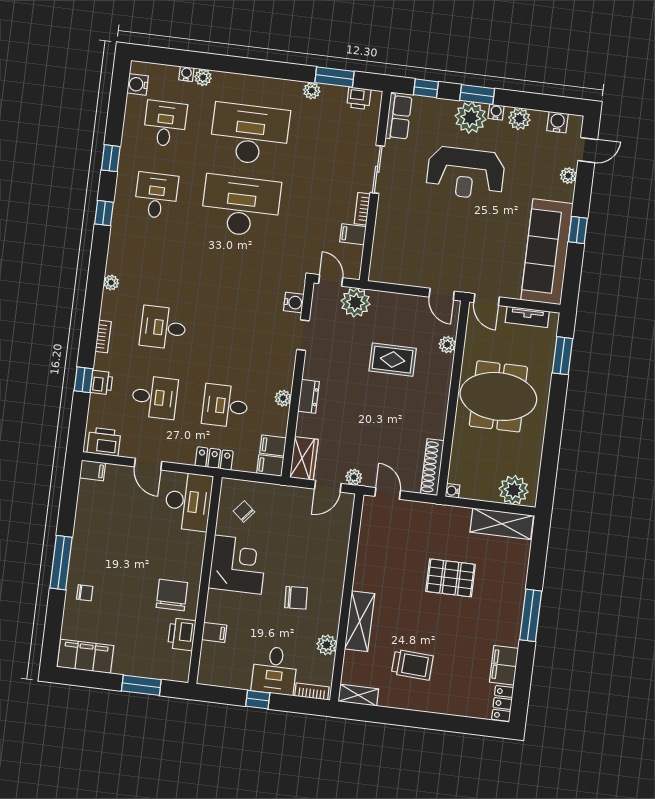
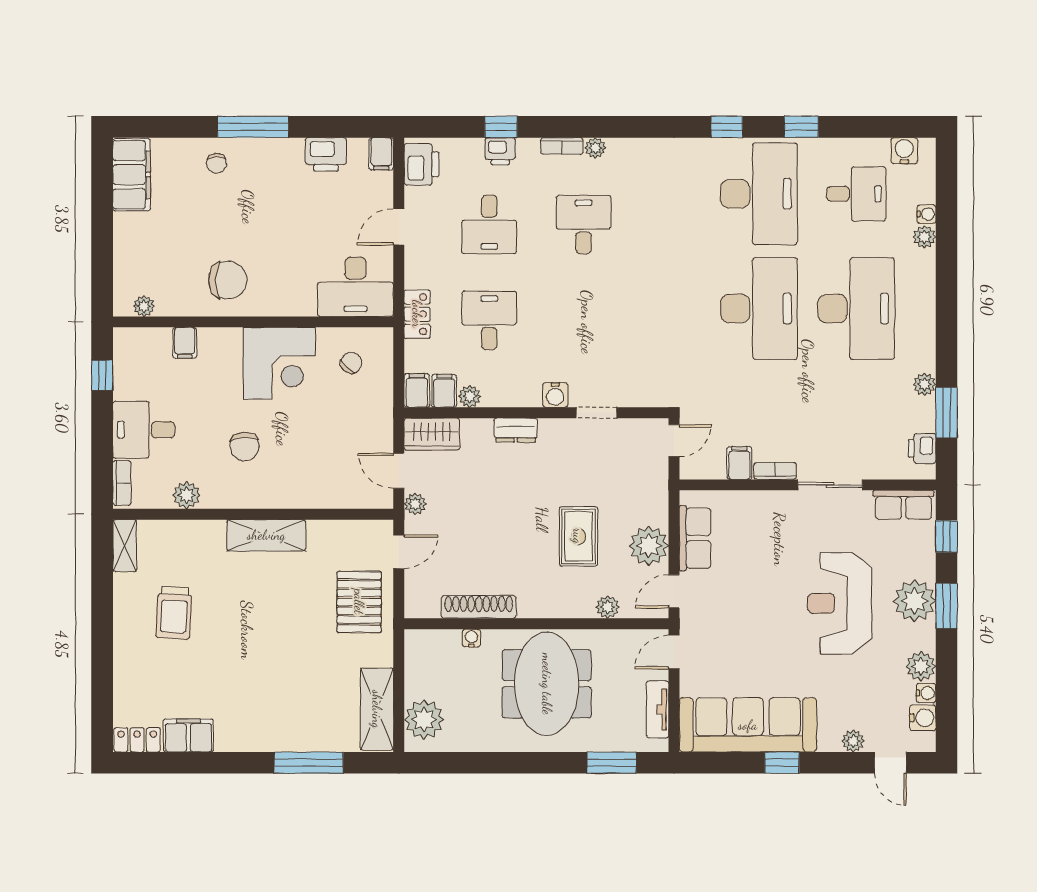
water cooler: (496, 112) -> (926, 693), moved
desk: (156, 196) -> (759, 194), width x1.87, depth x1.30
row of seats: (404, 274) -> (695, 538), added
plant: (111, 283) -> (595, 148), moved
water cooler: (294, 302) -> (555, 395), moved
plant: (356, 302) -> (649, 546), moved
plant: (283, 398) -> (470, 396), moved
shoe rack: (432, 467) -> (479, 607), moved
water cooler: (453, 491) -> (471, 638), moved
pallet: (451, 578) -> (359, 602), moved
window: (531, 615) -> (309, 763), moved
shelving: (360, 621) -> (266, 535), moved
printer: (182, 634) -> (326, 154), moved, turned 180
plant: (183, 659) -> (144, 306), added
window: (141, 685) -> (102, 254), removed
window: (258, 700) -> (102, 375), moved

